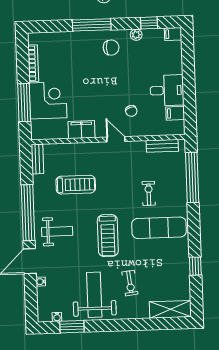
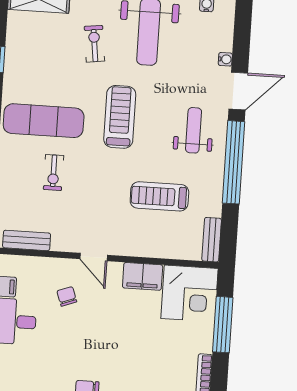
corner desk: (48, 100) -> (189, 293), moved, turned -90
weight bench: (57, 232) -> (194, 130), turned 90

